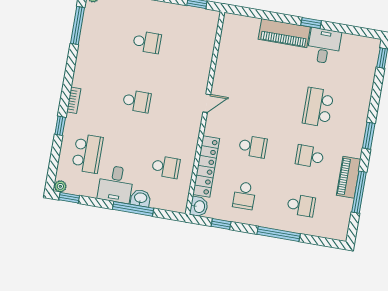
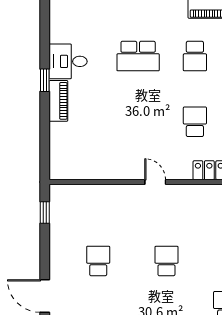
piano: (284, 33) -> (58, 101), width x0.73, depth x0.75

